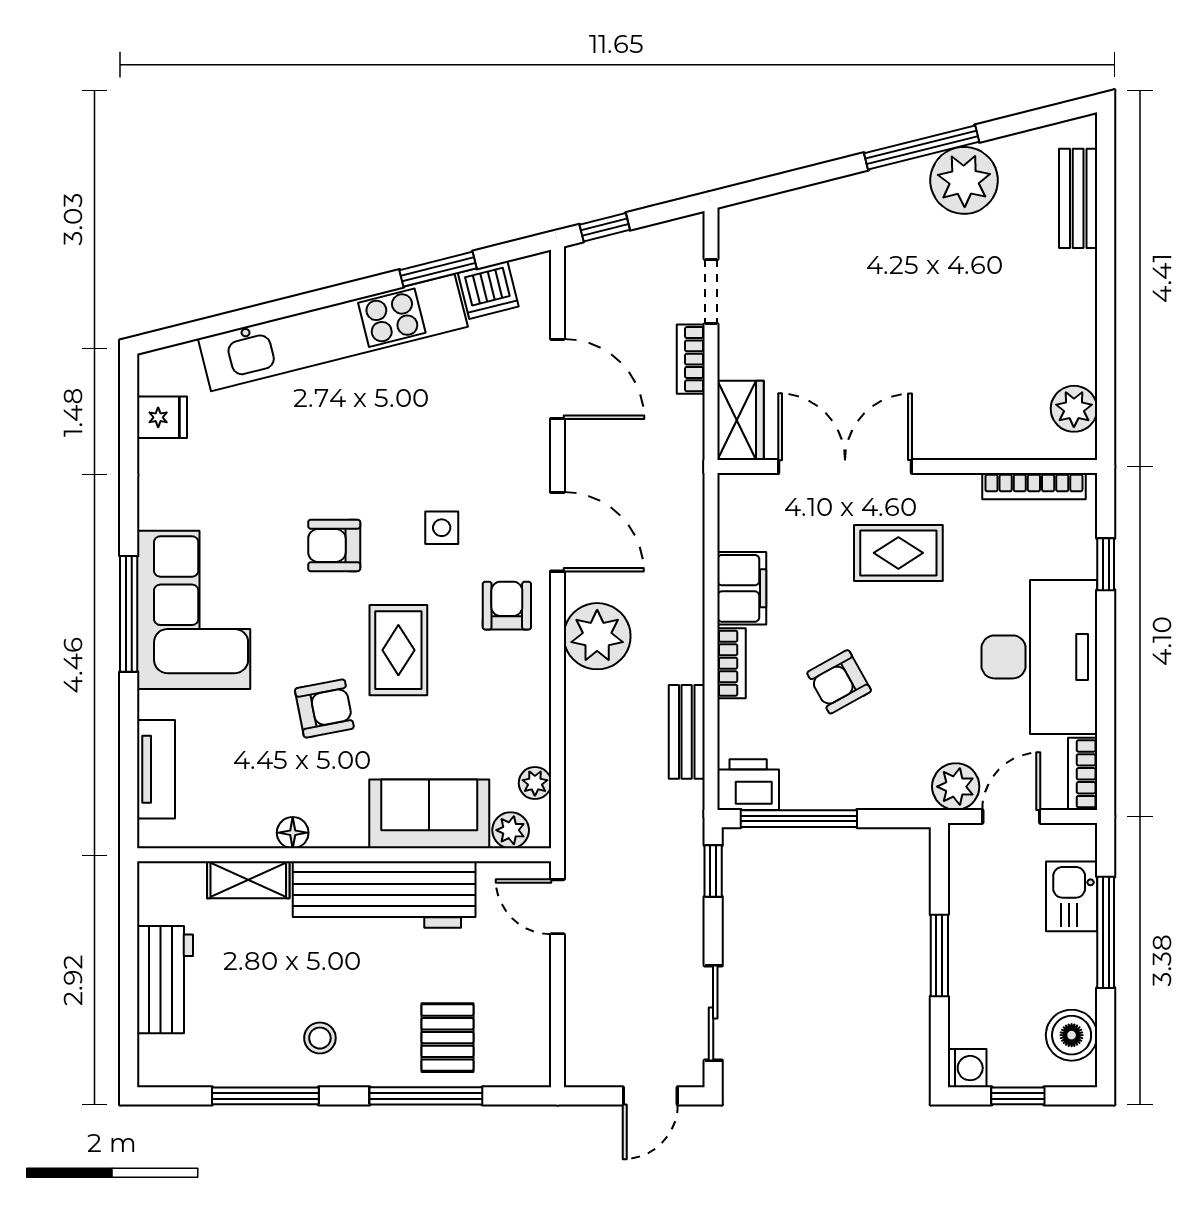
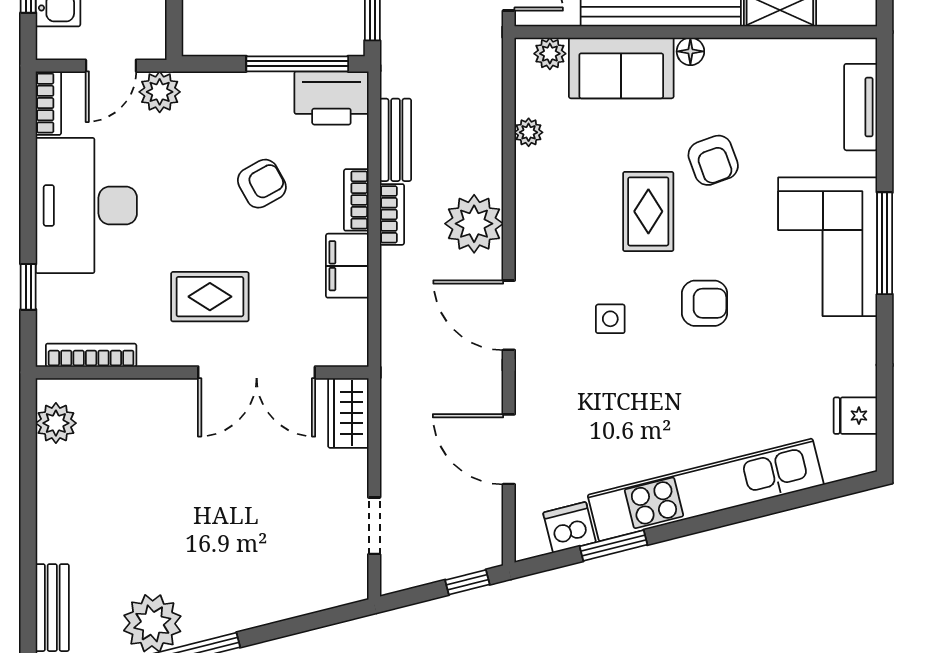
bookcase: (691, 359) -> (392, 214), moved
armchair: (507, 606) -> (553, 251), removed
armchair: (324, 709) -> (713, 160), turned -99
plant: (535, 783) -> (529, 132), moved
printer: (748, 785) -> (331, 98), width x1.37, depth x1.19
floor lamp: (293, 833) -> (690, 51), moved

